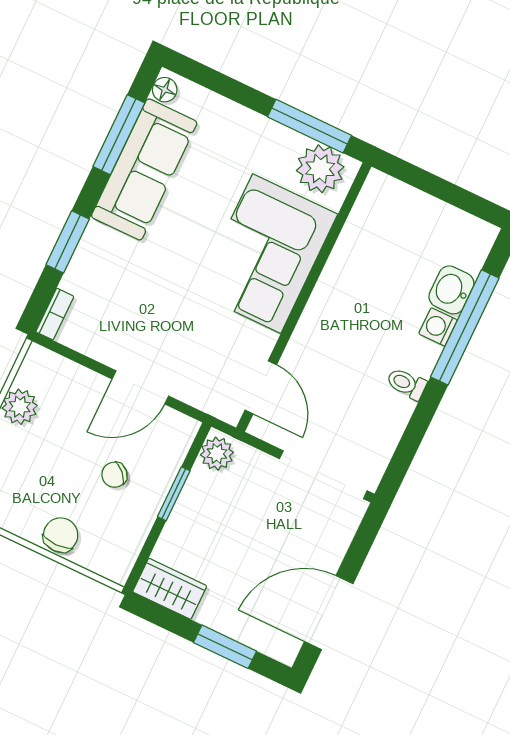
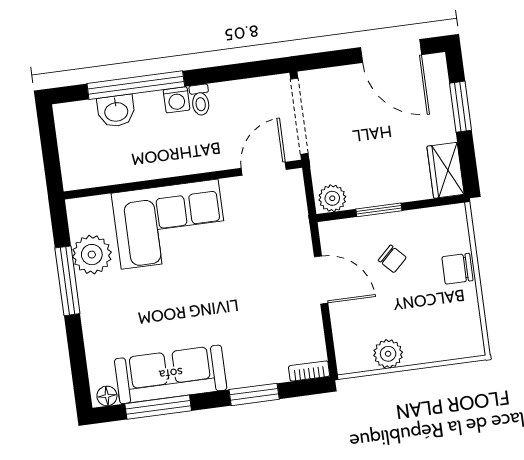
corner sofa: (267, 254) -> (170, 224), moved
wall: (304, 297) -> (183, 180), moved
washing machine: (438, 327) -> (177, 100), moved
door: (261, 387) -> (264, 169), moved

